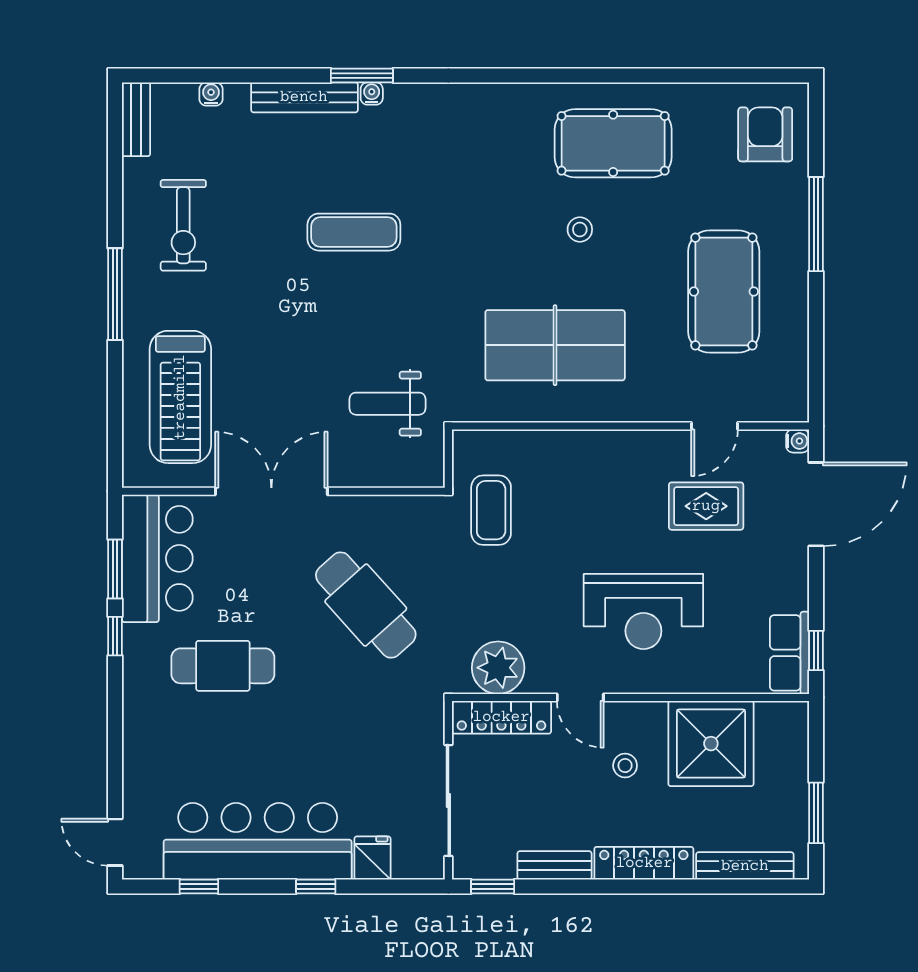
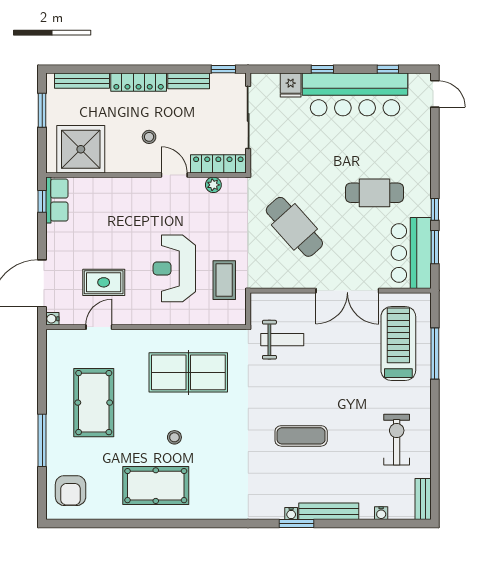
window: (115, 294) -> (435, 354), moved
reception desk: (643, 611) -> (174, 268), moved, turned -90
plant: (498, 668) -> (213, 185), width x0.53, depth x0.53
shower: (711, 744) -> (81, 149), moved

